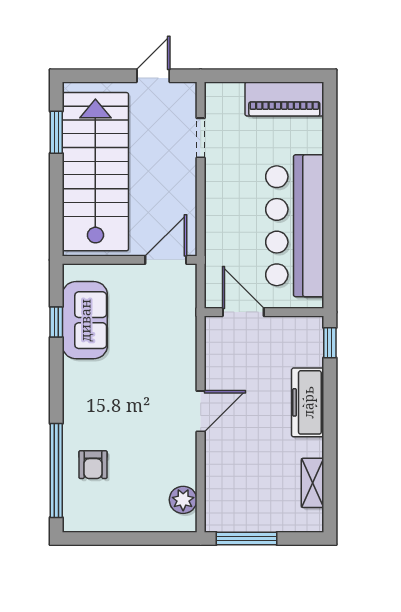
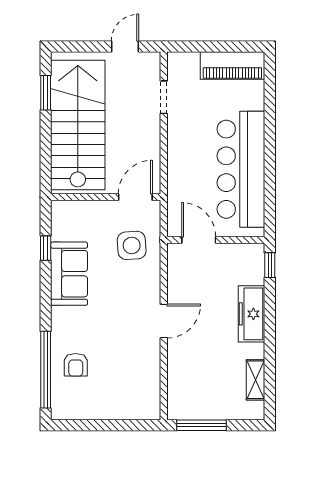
side table: (161, 319) -> (132, 245), added
sofa: (85, 320) -> (69, 274), moved
plant: (183, 500) -> (150, 394), removed

